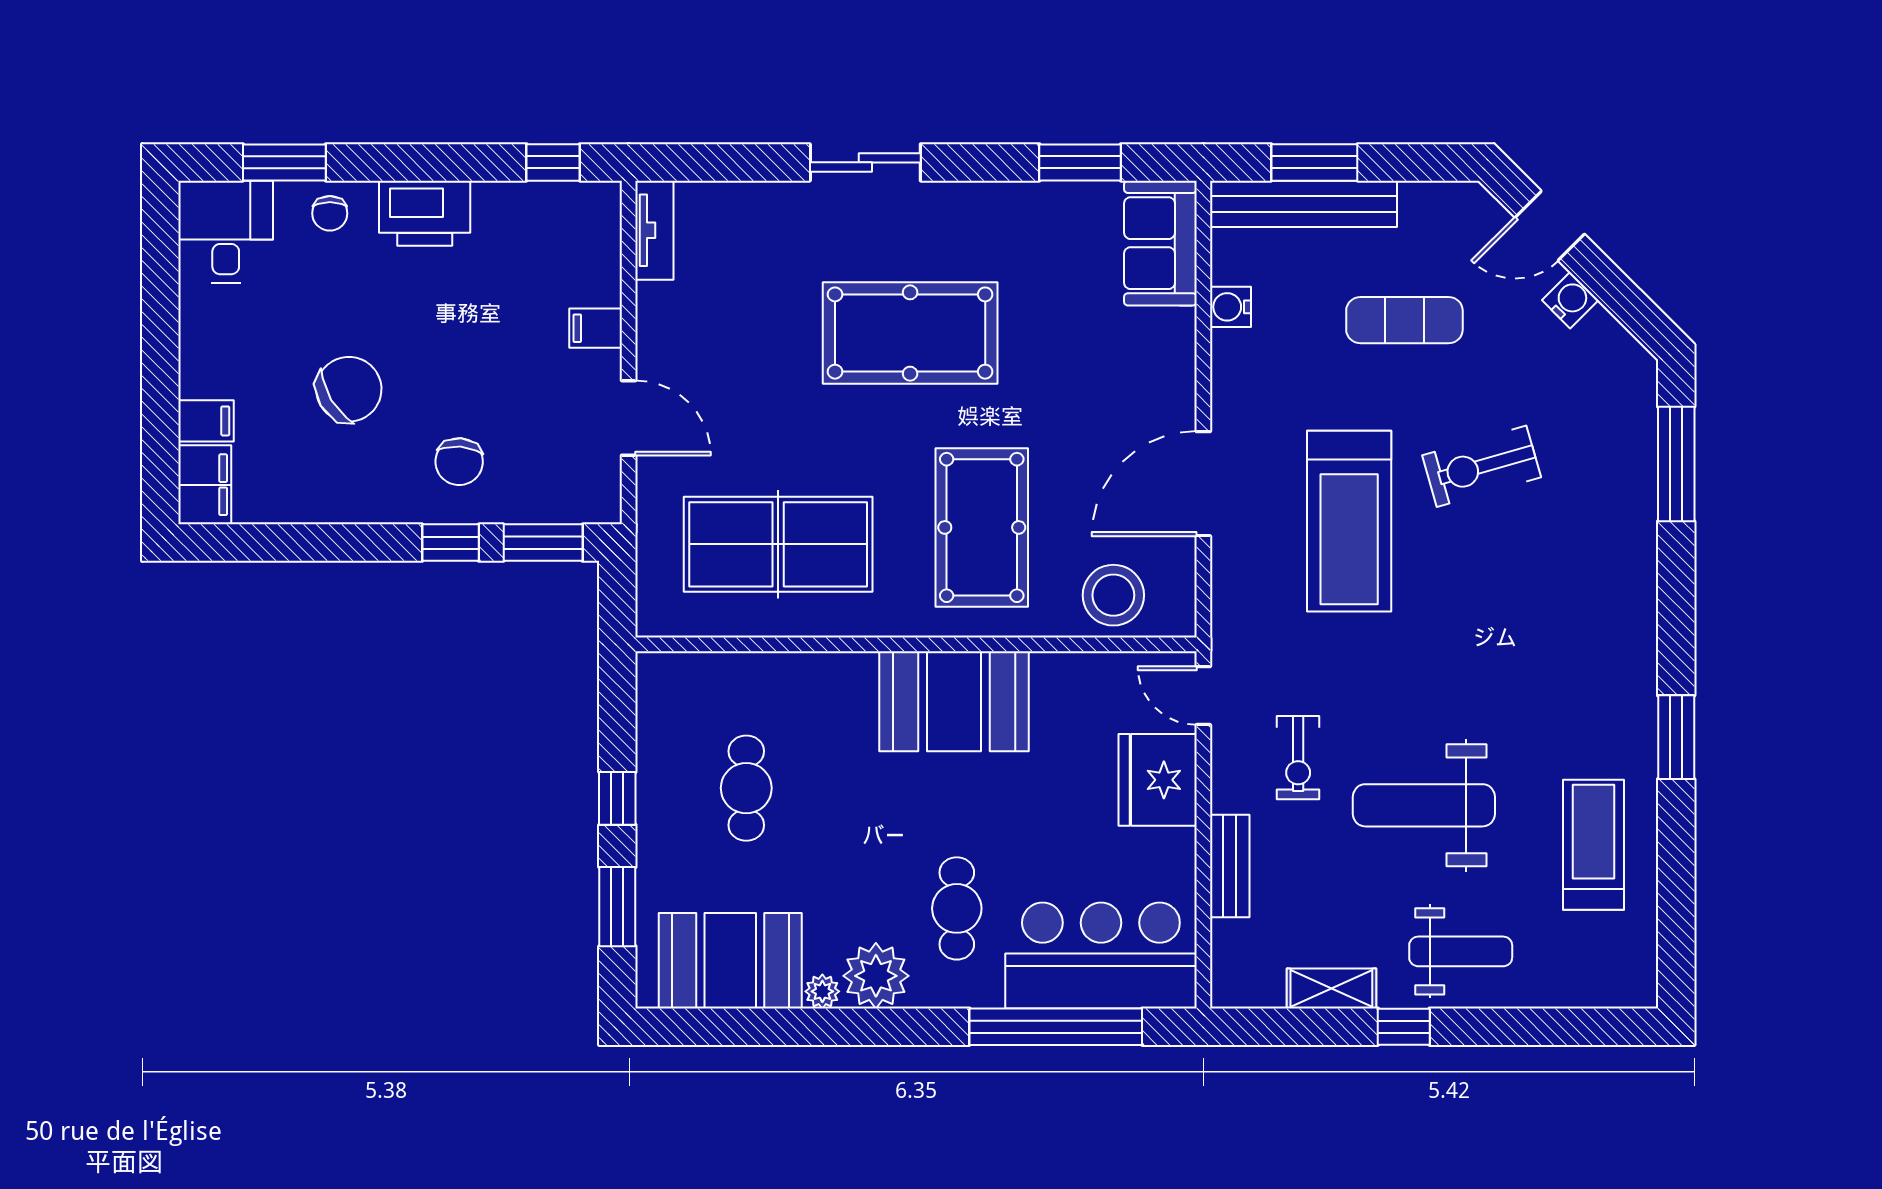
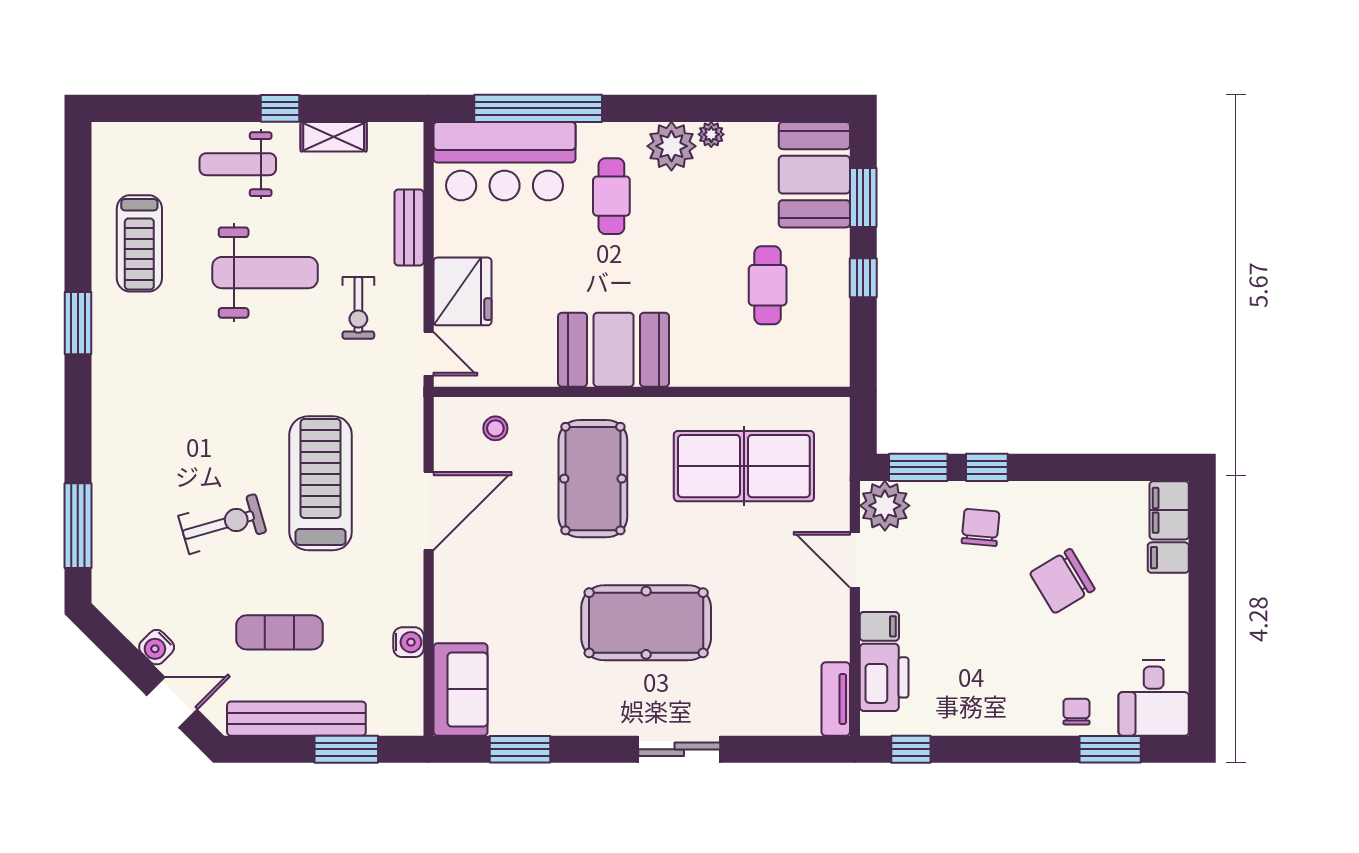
bench: (1303, 204) -> (296, 719), moved
printer: (425, 213) -> (884, 677), moved, turned 90
plant: (588, 491) -> (885, 506), added
stool: (1113, 595) -> (495, 428), width x0.53, depth x0.53
exercise bike: (1298, 758) -> (358, 308), turned 180
booth: (730, 961) -> (814, 175), moved, turned 90

